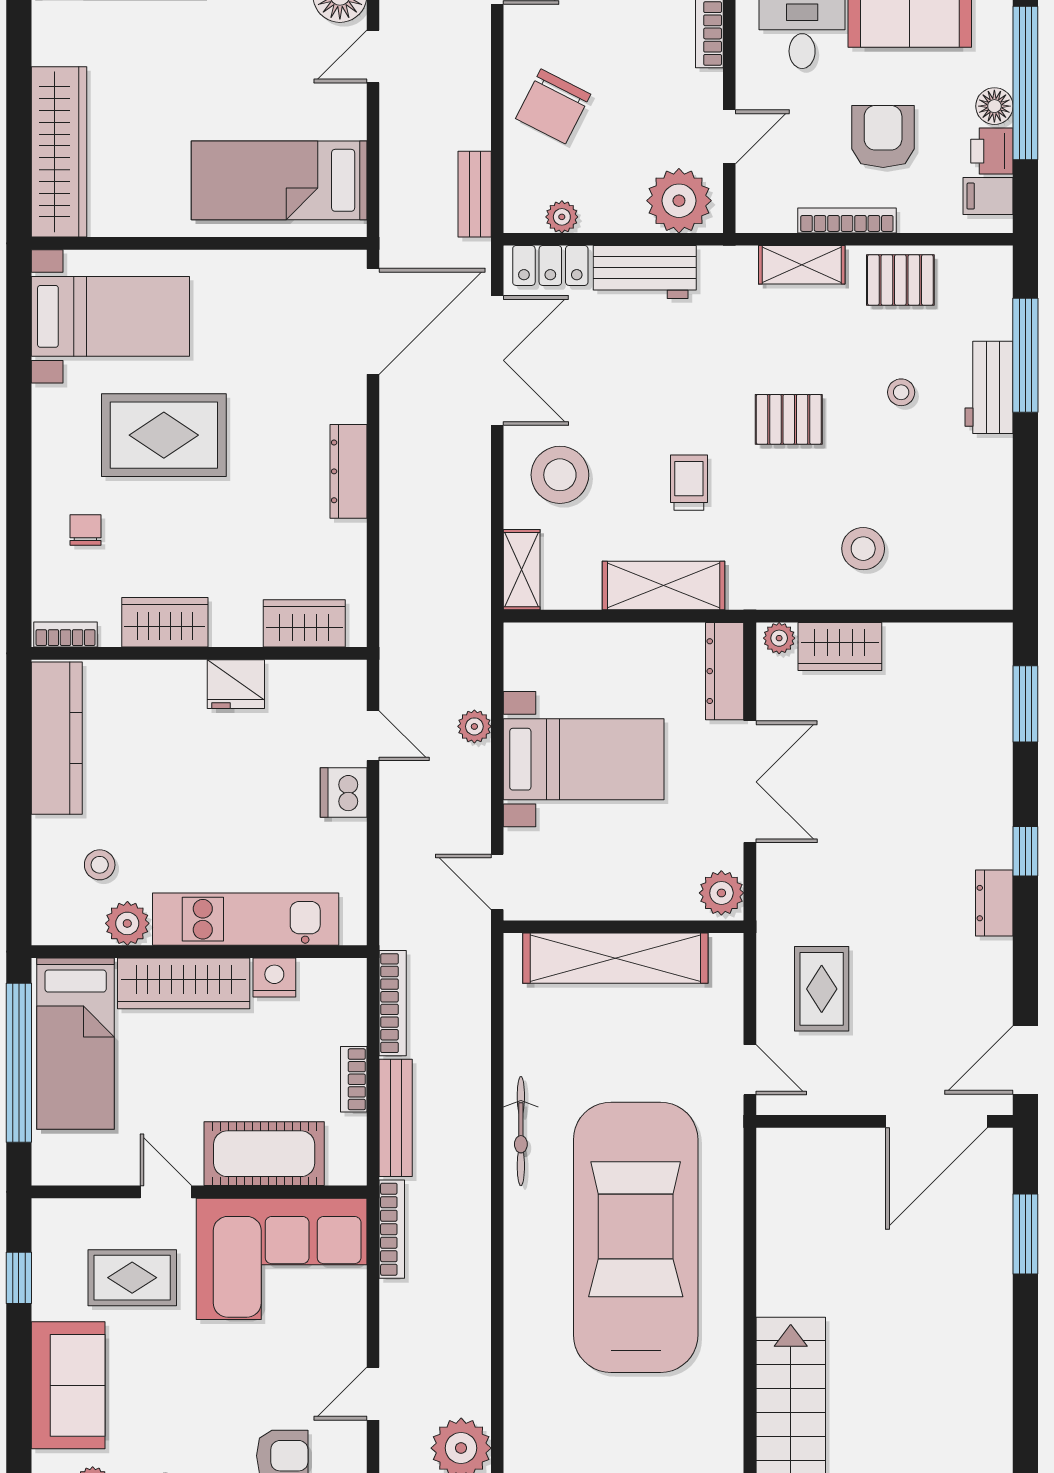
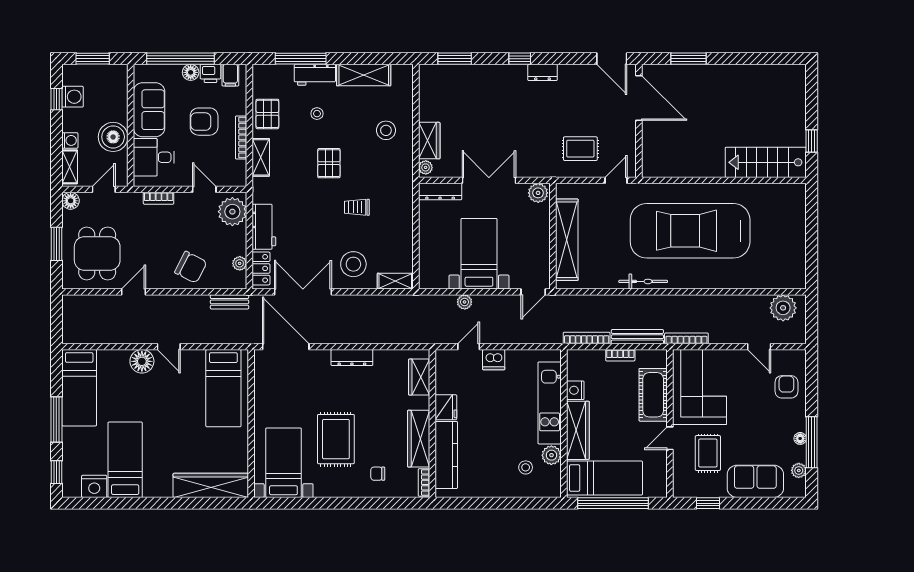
shelving: (664, 585) -> (364, 75), moved, turned 90
wardrobe: (165, 622) -> (419, 439), width x1.50
kitchen counter: (57, 738) -> (446, 455), moved, turned 90

